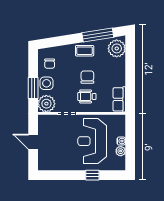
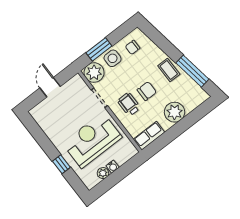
plant: (117, 48) -> (175, 112), moved

